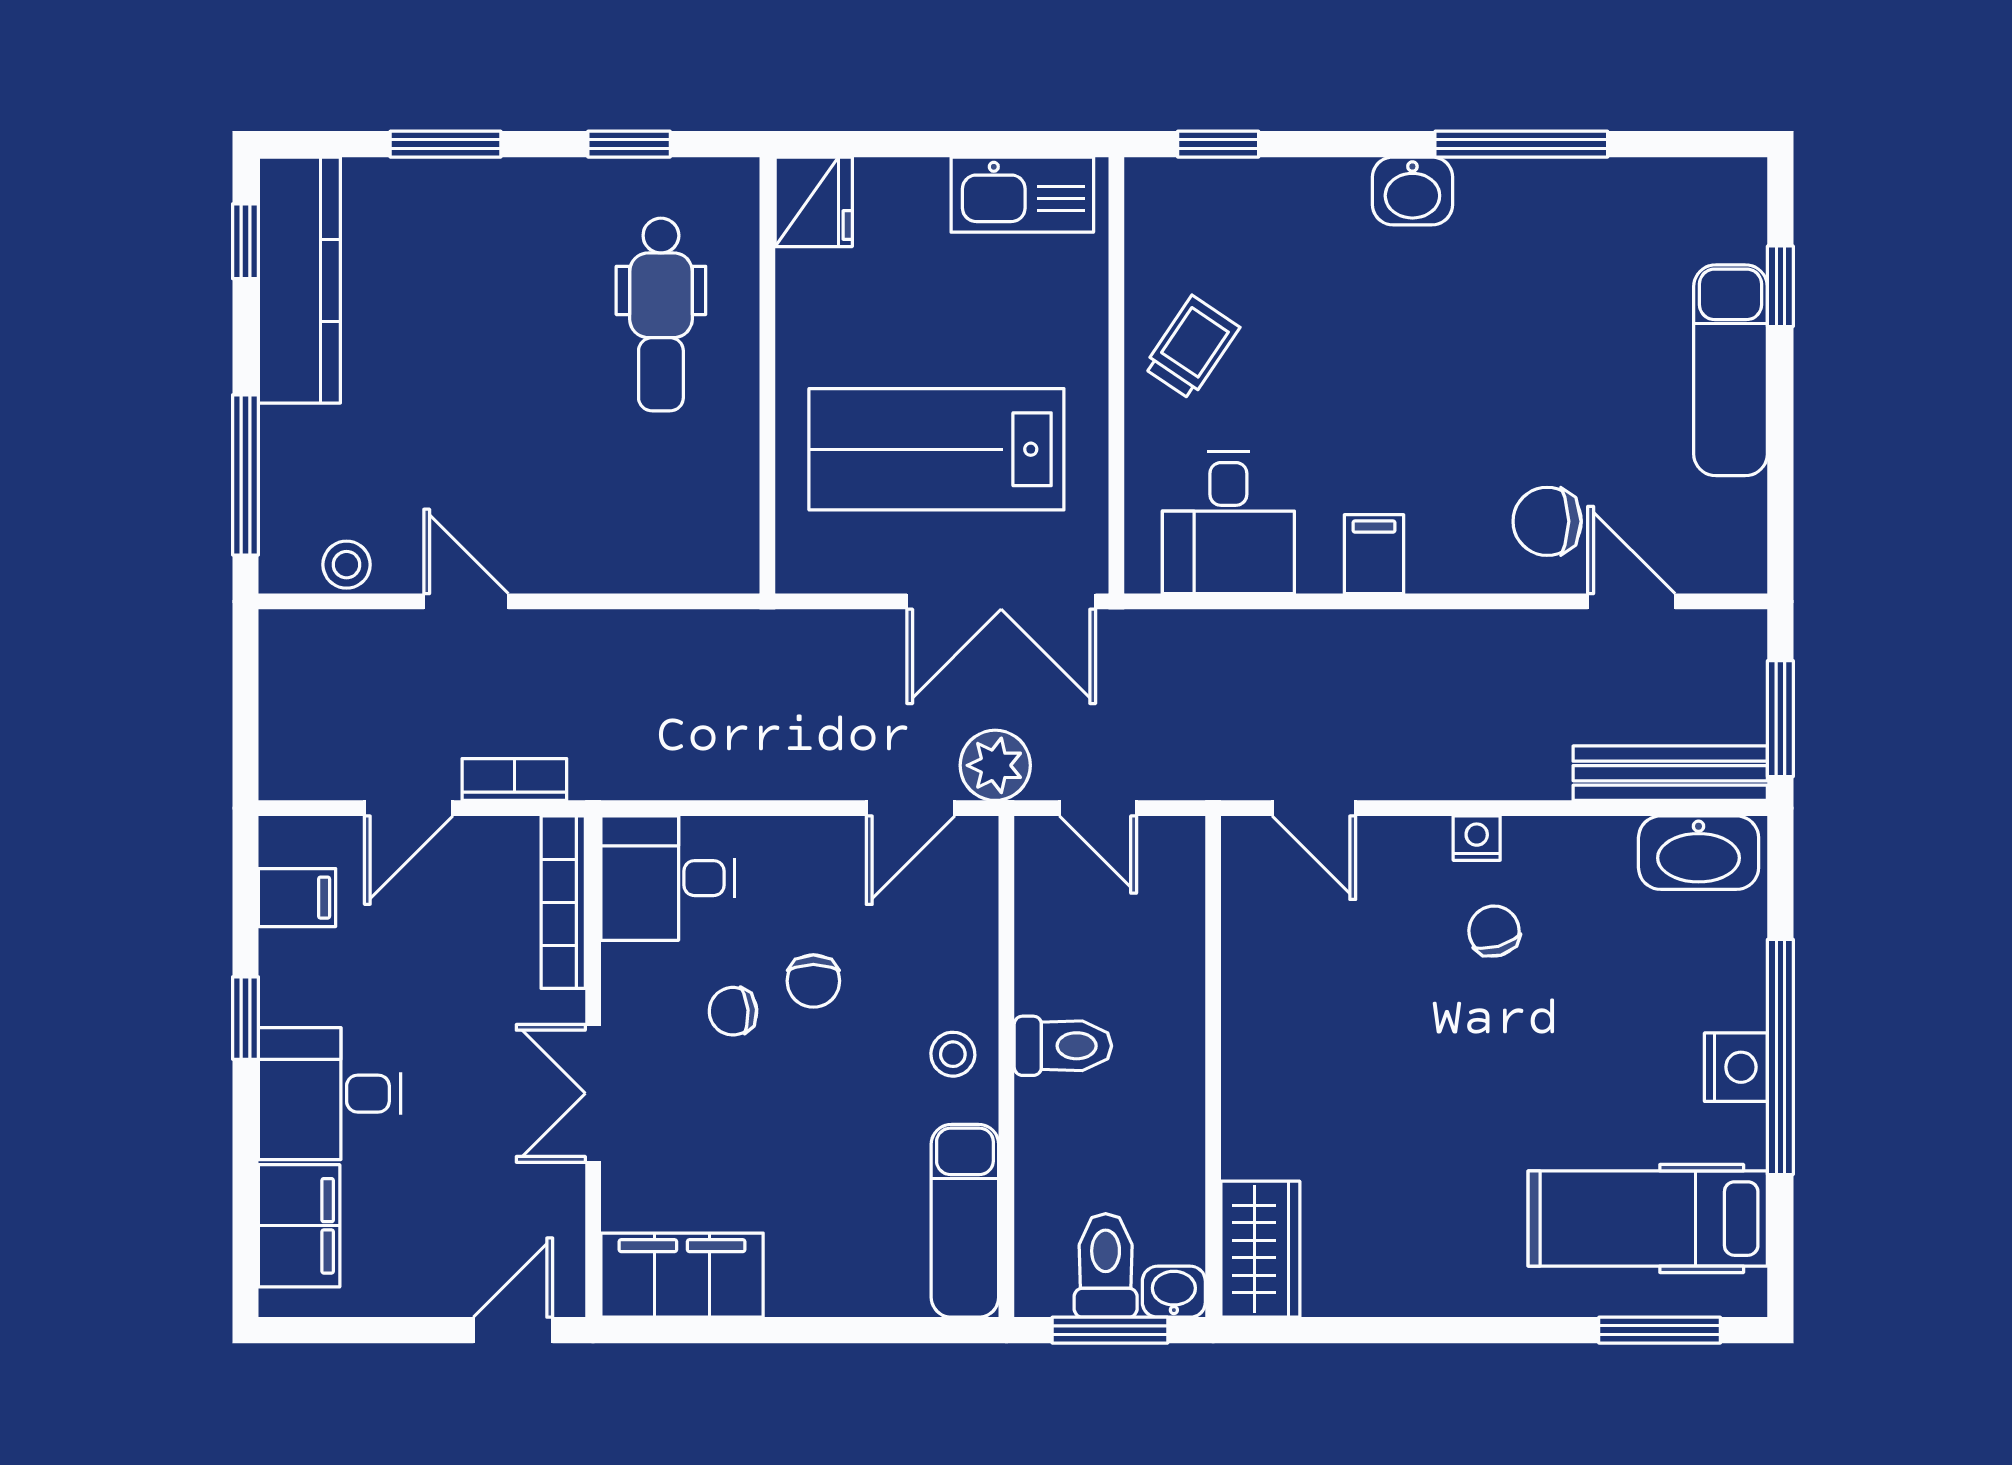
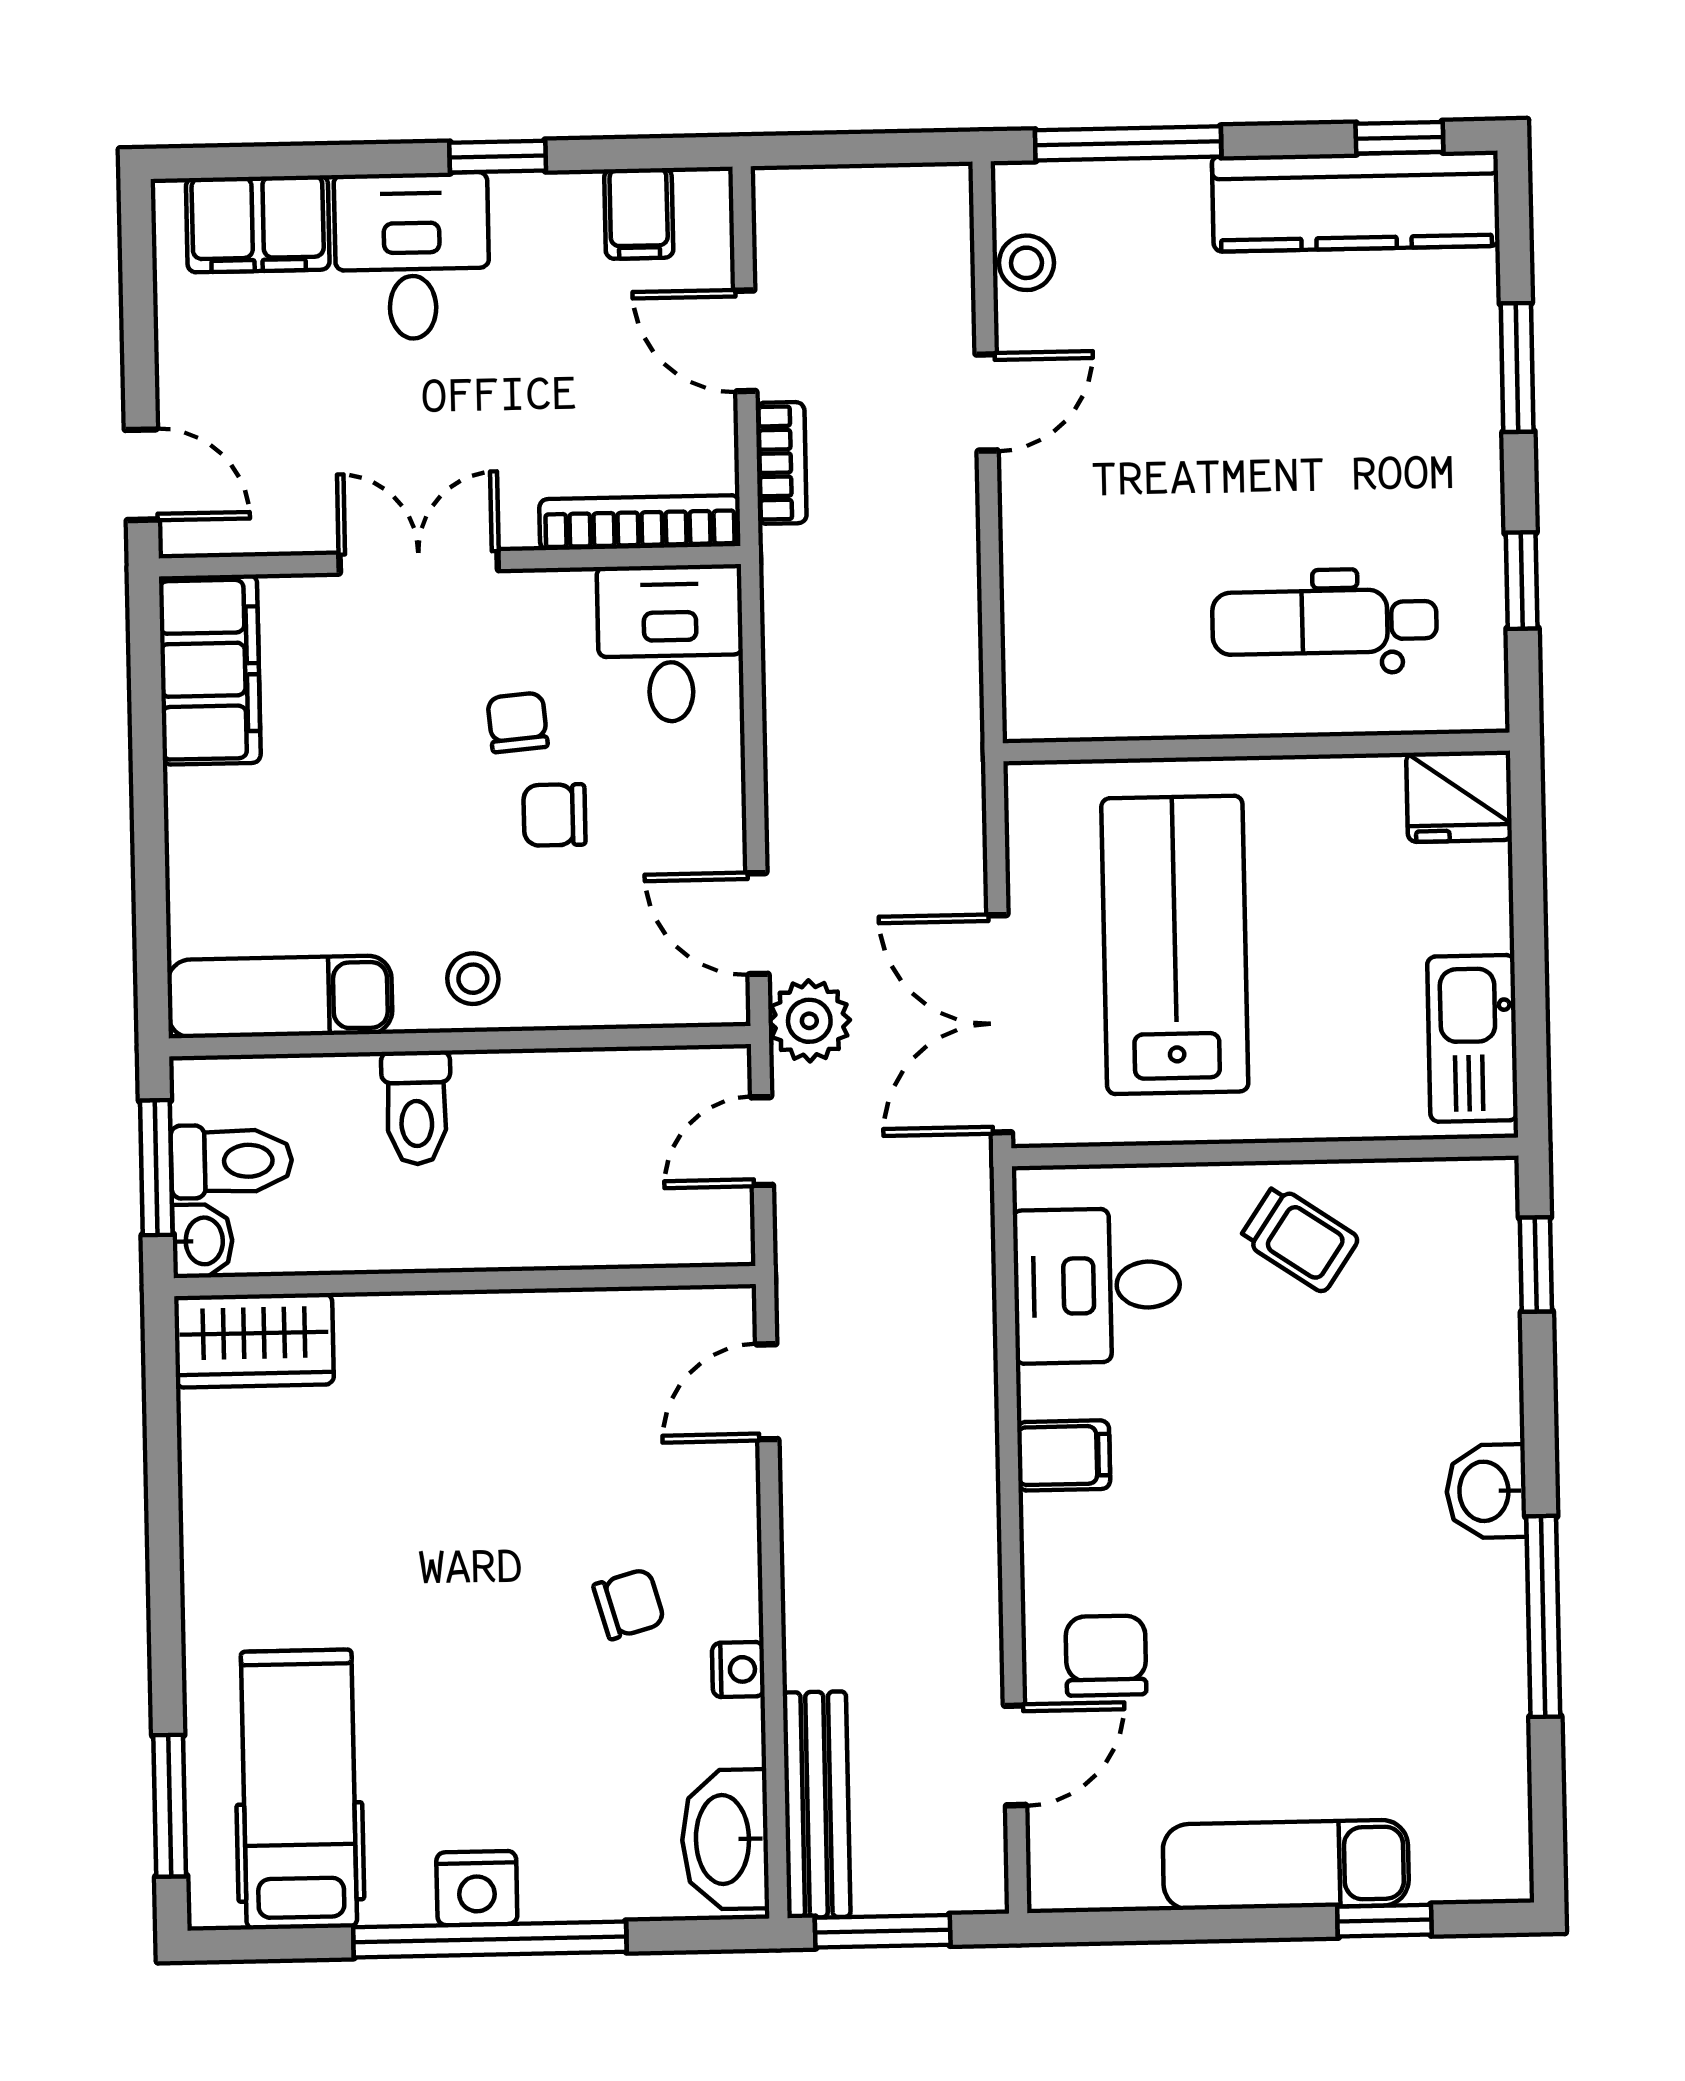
nightstand: (1477, 838) -> (738, 1670), moved
toilet: (1063, 1046) -> (416, 1108), moved

